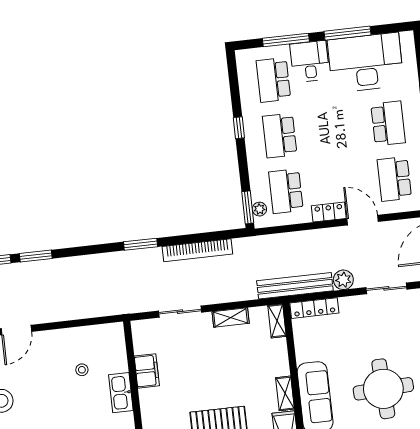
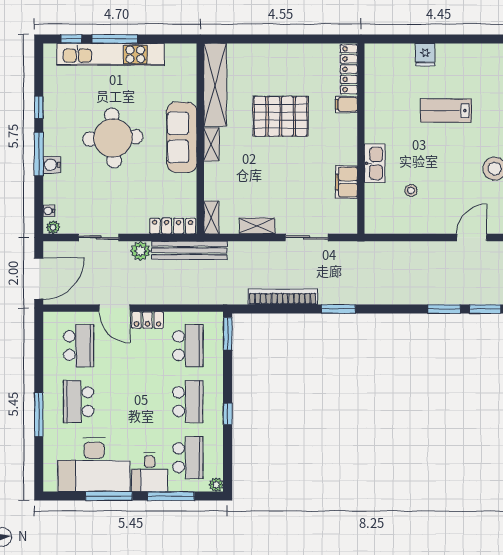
plant: (259, 209) -> (216, 485), moved

